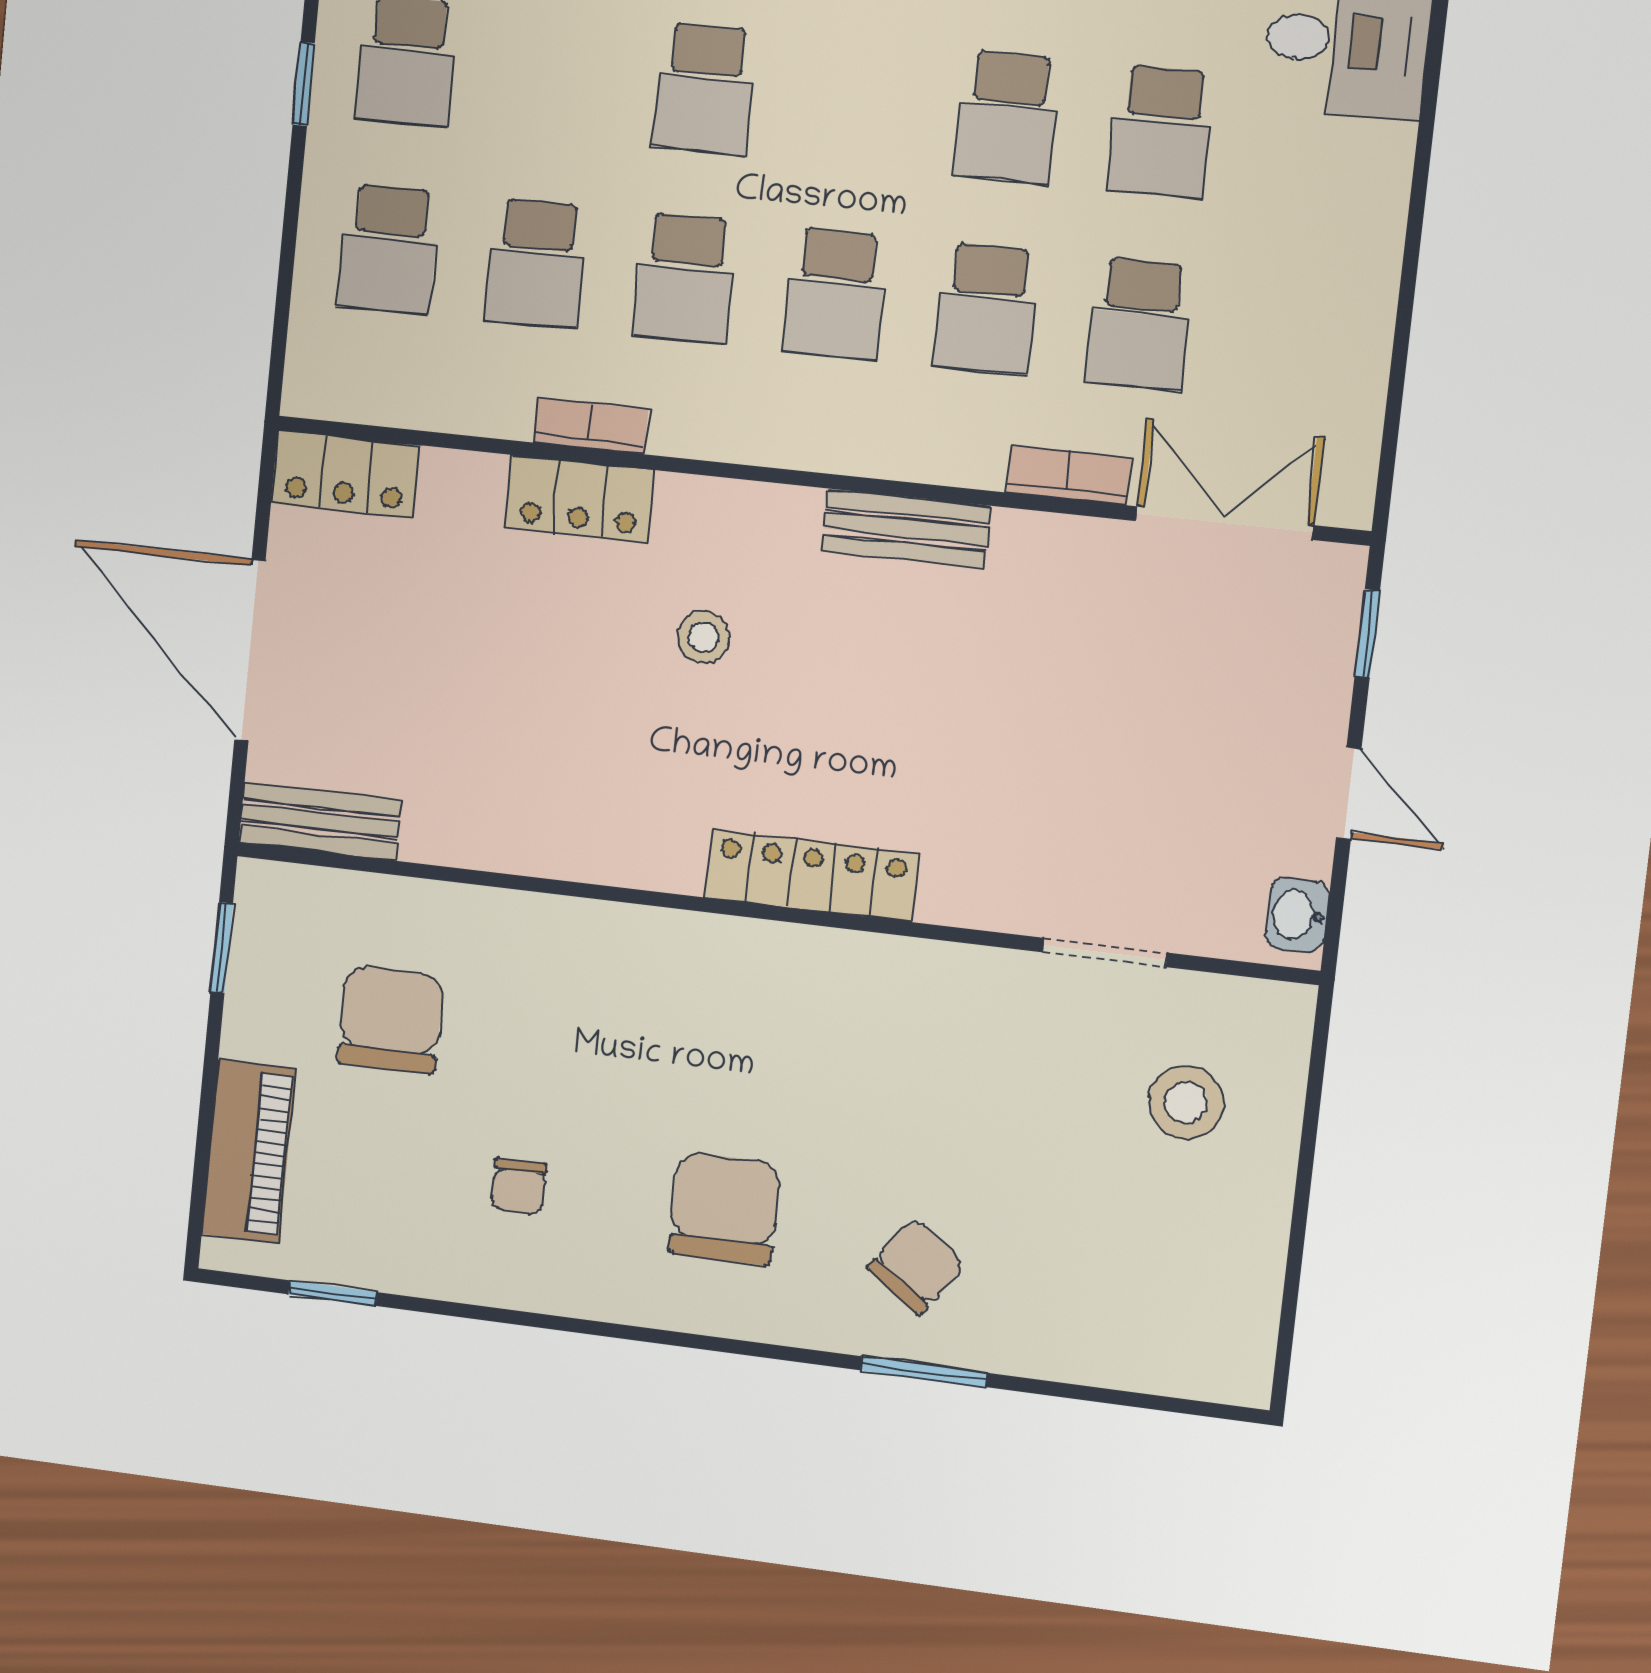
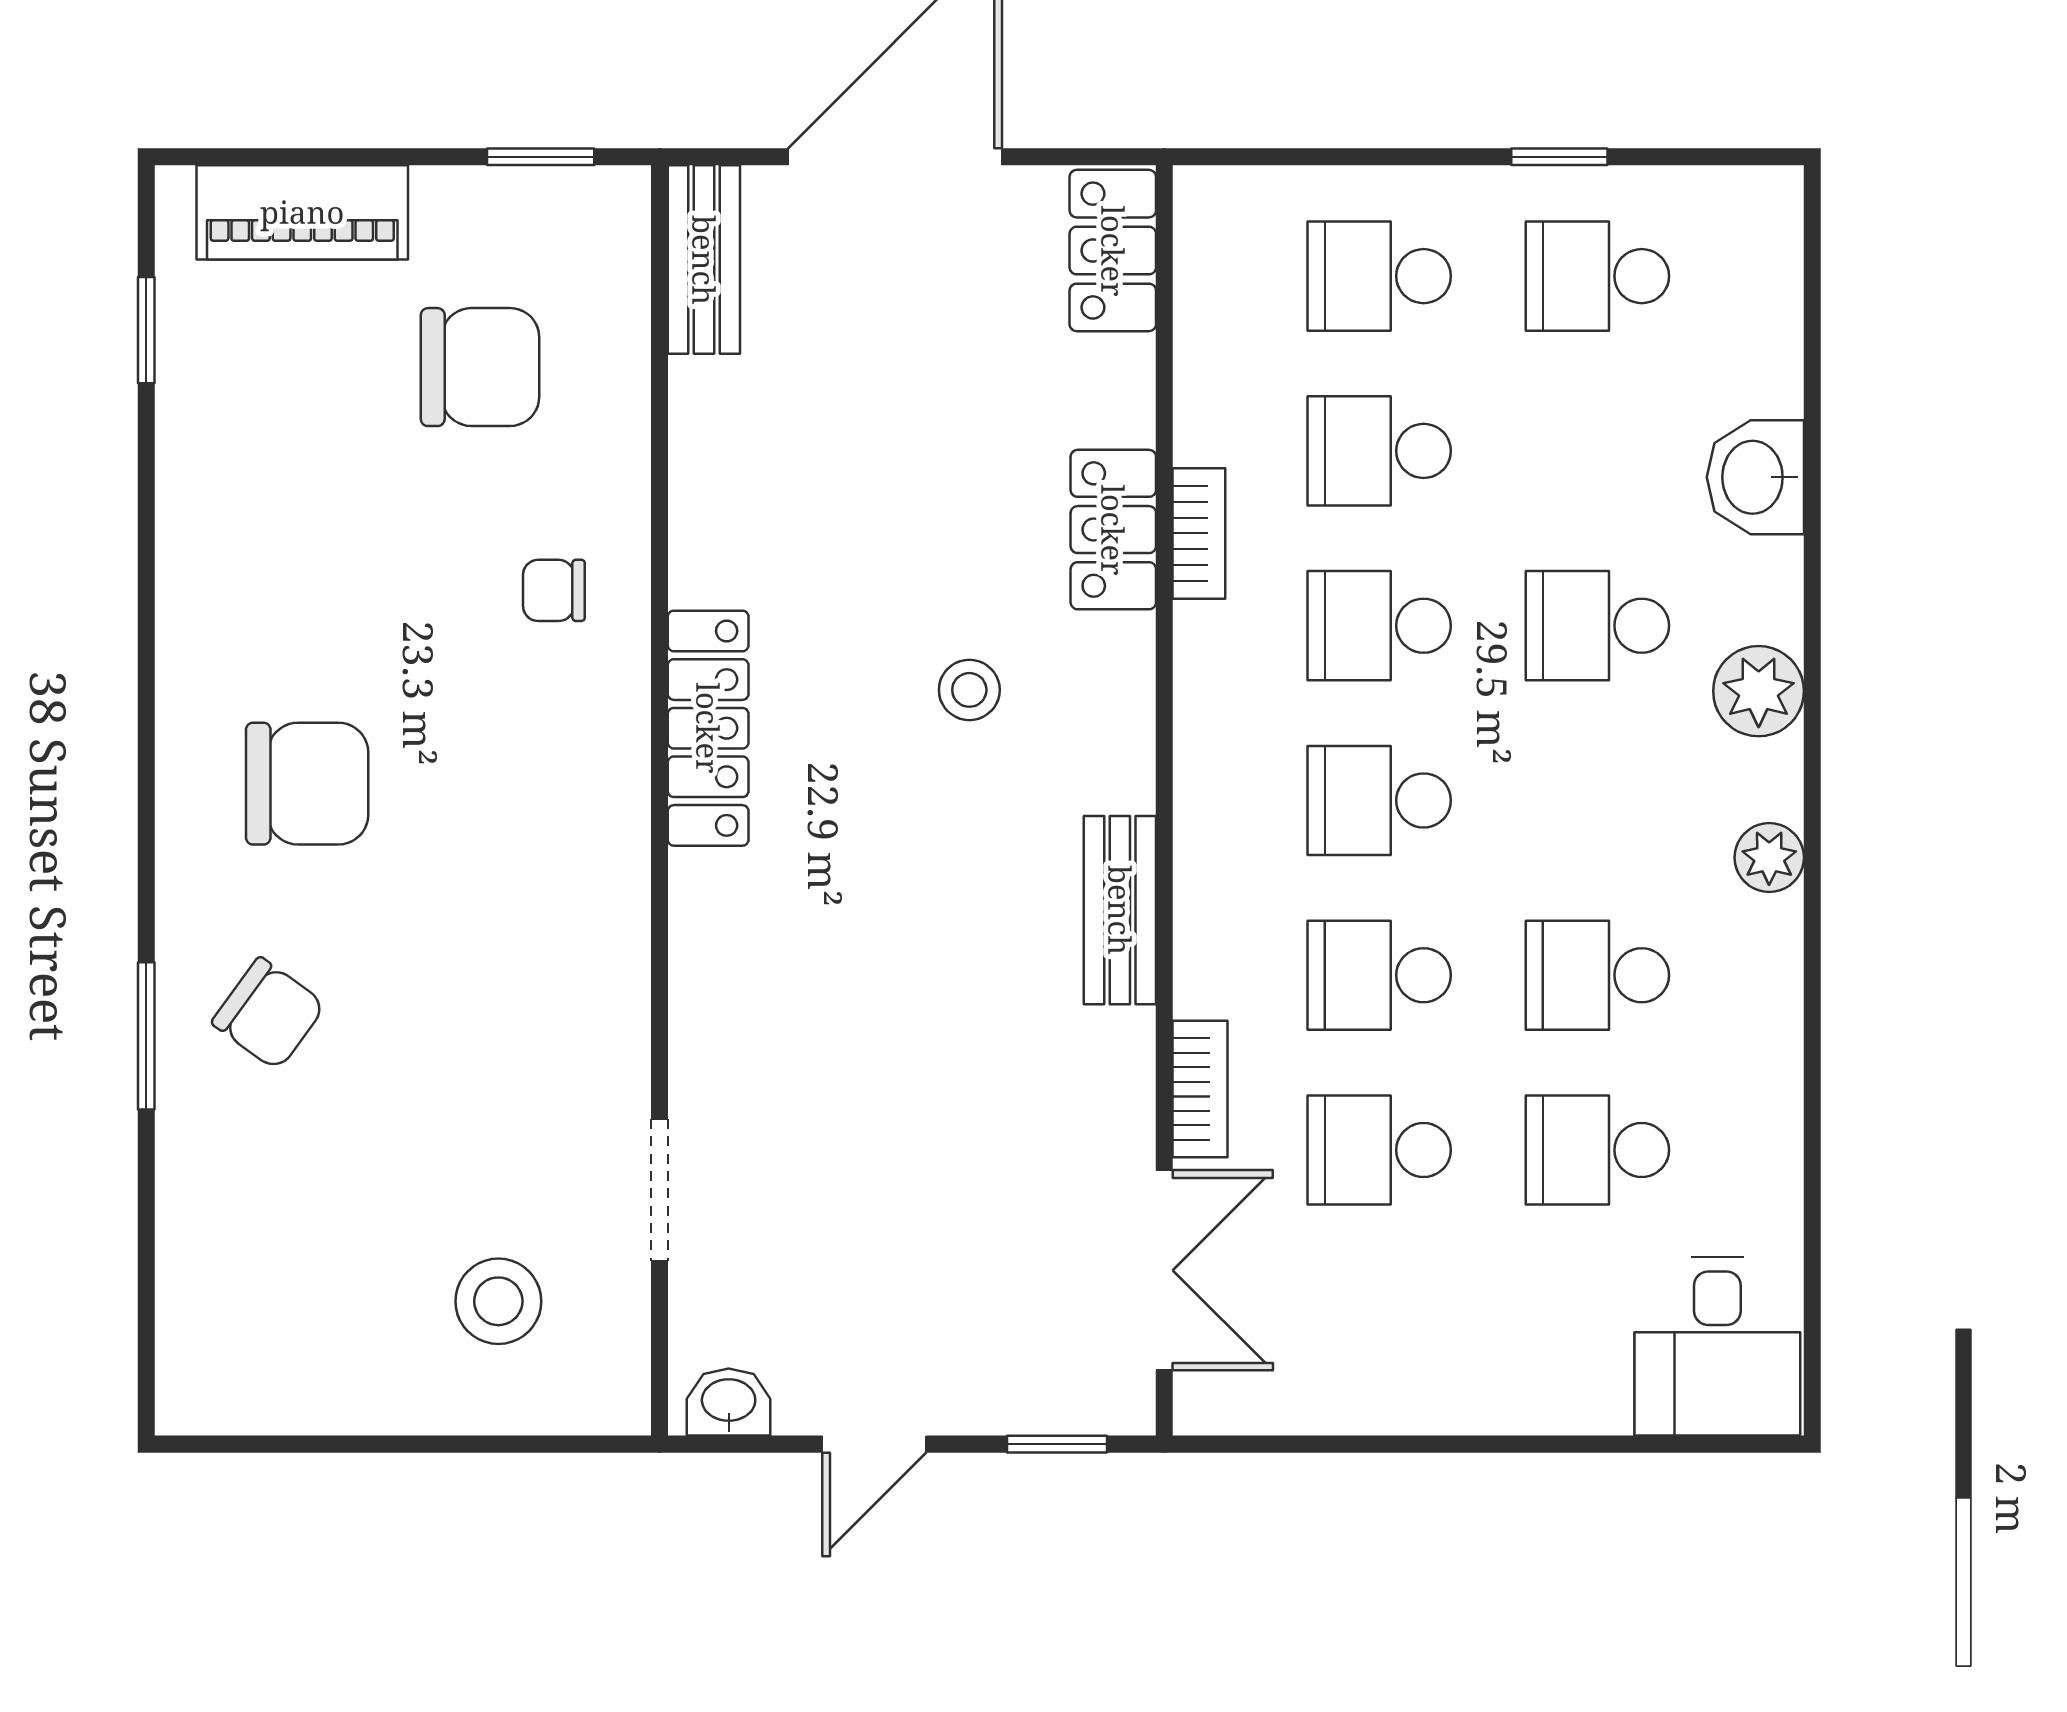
locker: (812, 876) -> (708, 728), moved
chair: (519, 1186) -> (554, 590), moved

